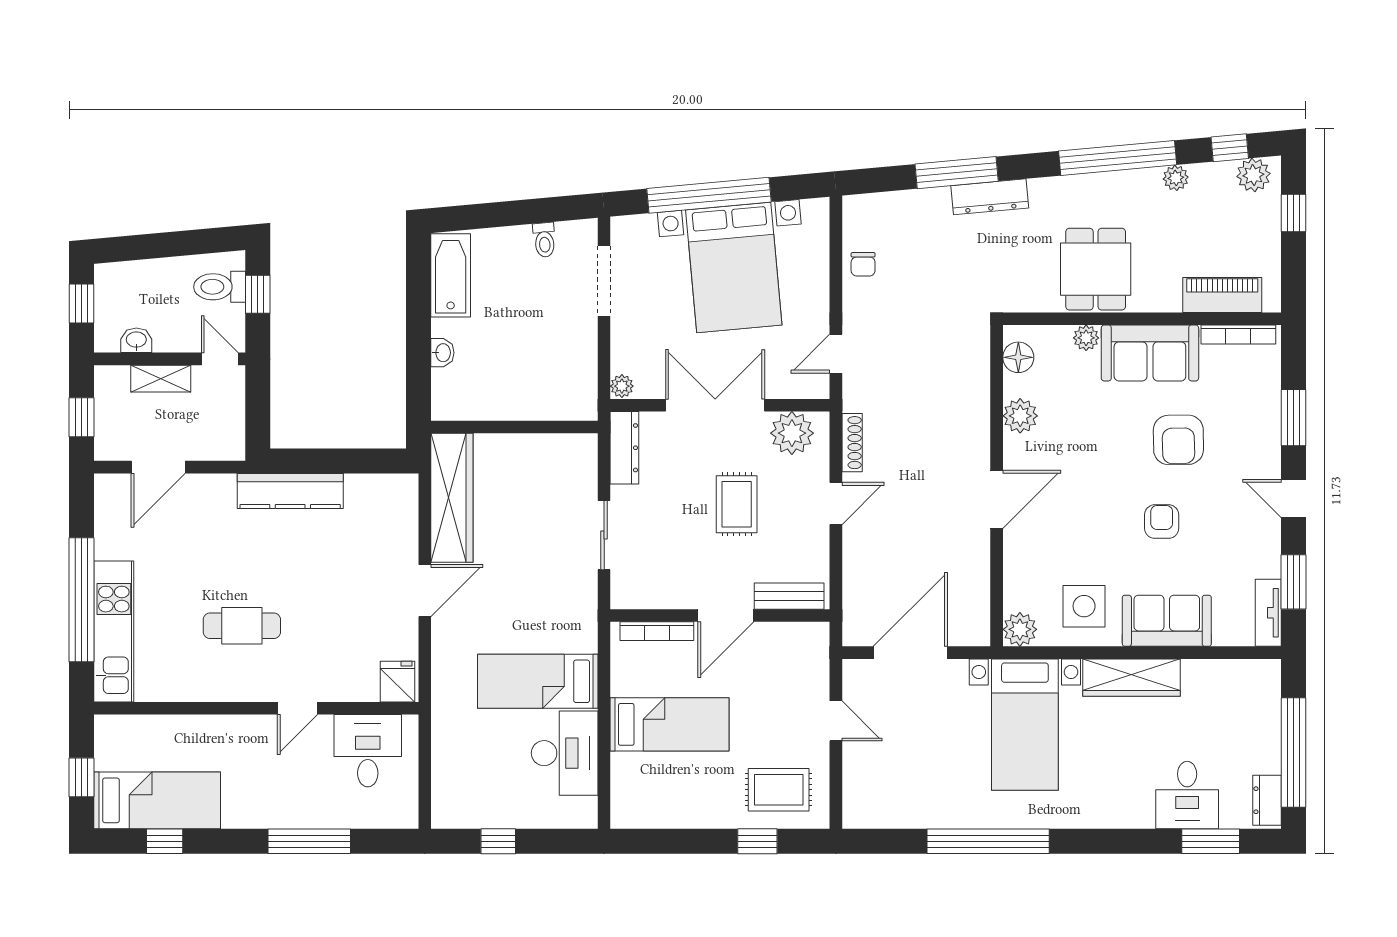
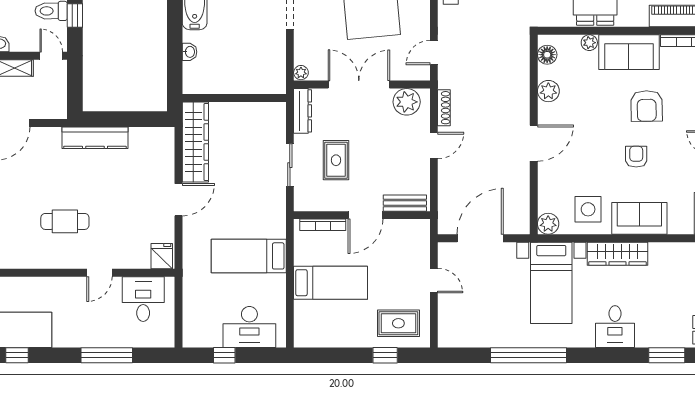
rug: (737, 504) -> (336, 160), moved
desk: (565, 753) -> (249, 327), moved, turned 90
desk: (1187, 795) -> (615, 327), moved

